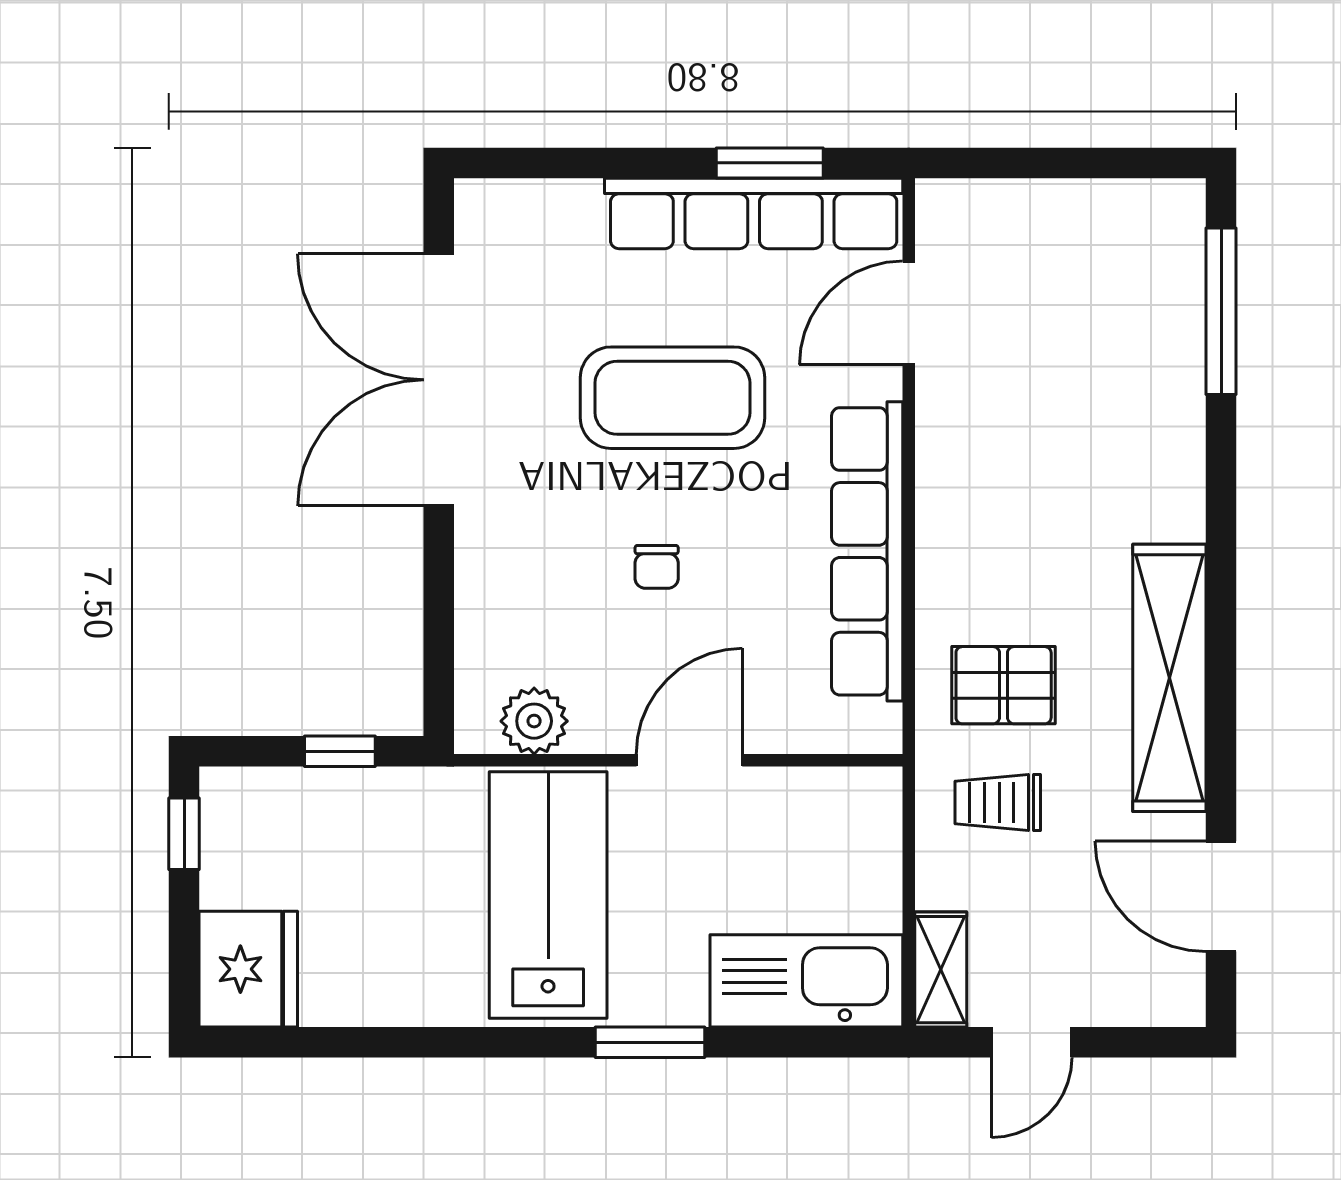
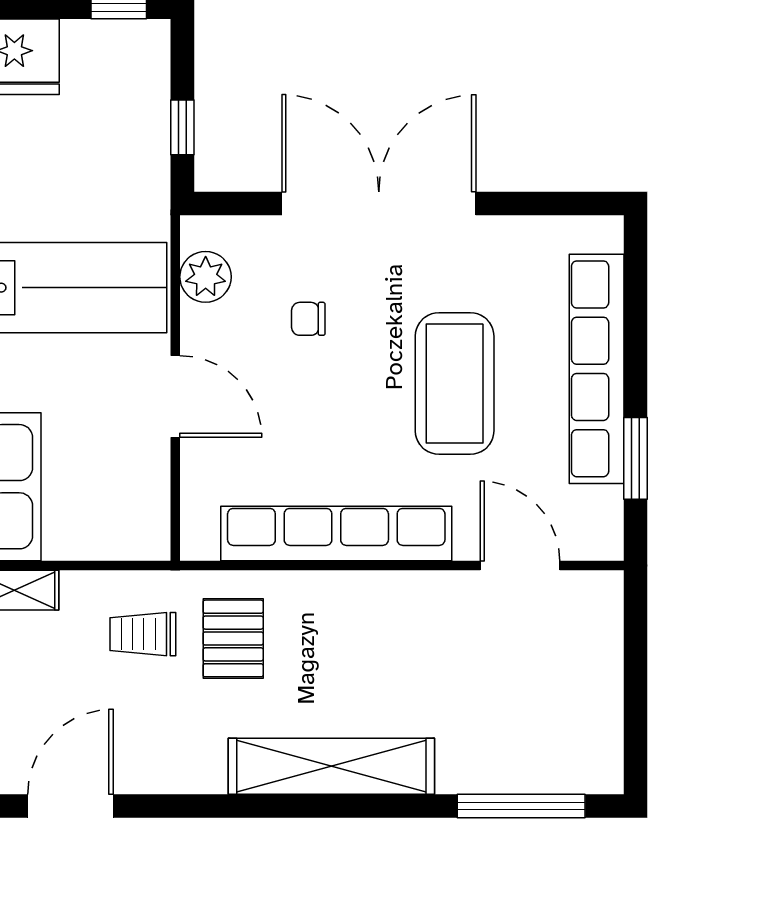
row of seats: (754, 213) -> (597, 369), moved
double door: (439, 380) -> (379, 203), moved
chair: (657, 567) -> (308, 319), moved
shelving: (1169, 678) -> (331, 766), moved
trolley: (998, 802) -> (143, 634), turned -90

